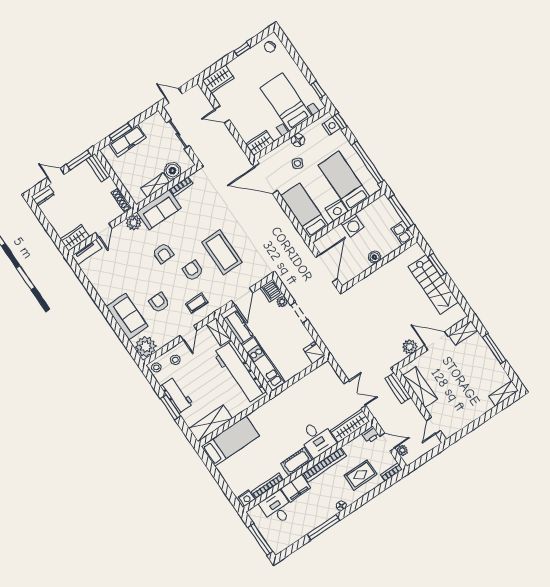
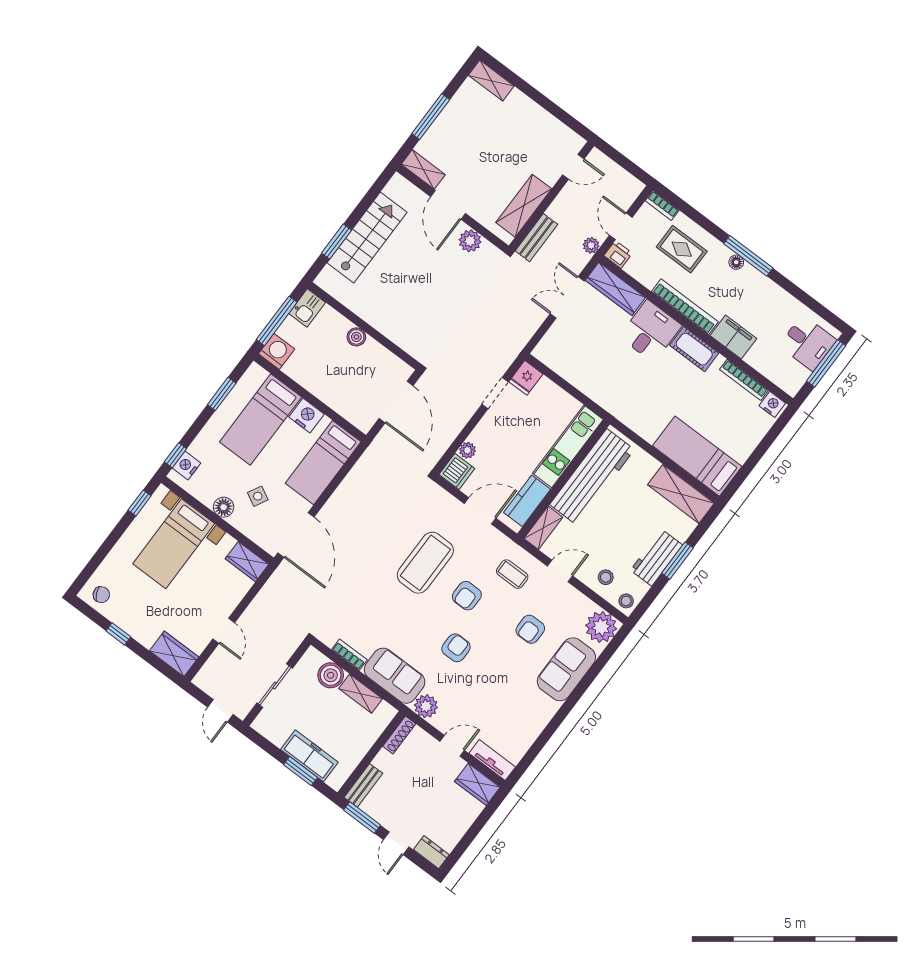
window: (368, 163) -> (222, 394), width x0.47
washing machine: (353, 225) -> (277, 351), moved
door: (326, 268) -> (396, 402), swing flipped
doorway: (299, 312) -> (495, 393), moved
plant: (402, 450) -> (591, 245), moved
desk: (277, 508) -> (808, 343), moved, turned -90
window: (324, 527) -> (748, 256), moved

